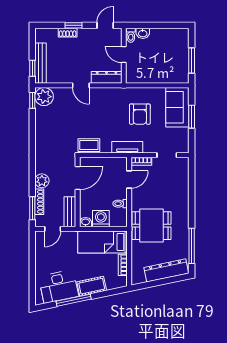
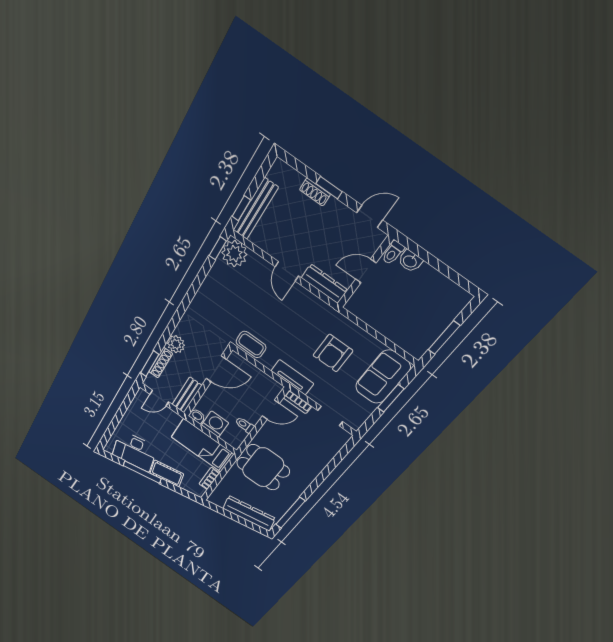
door: (124, 55) -> (366, 271), hinge flipped

